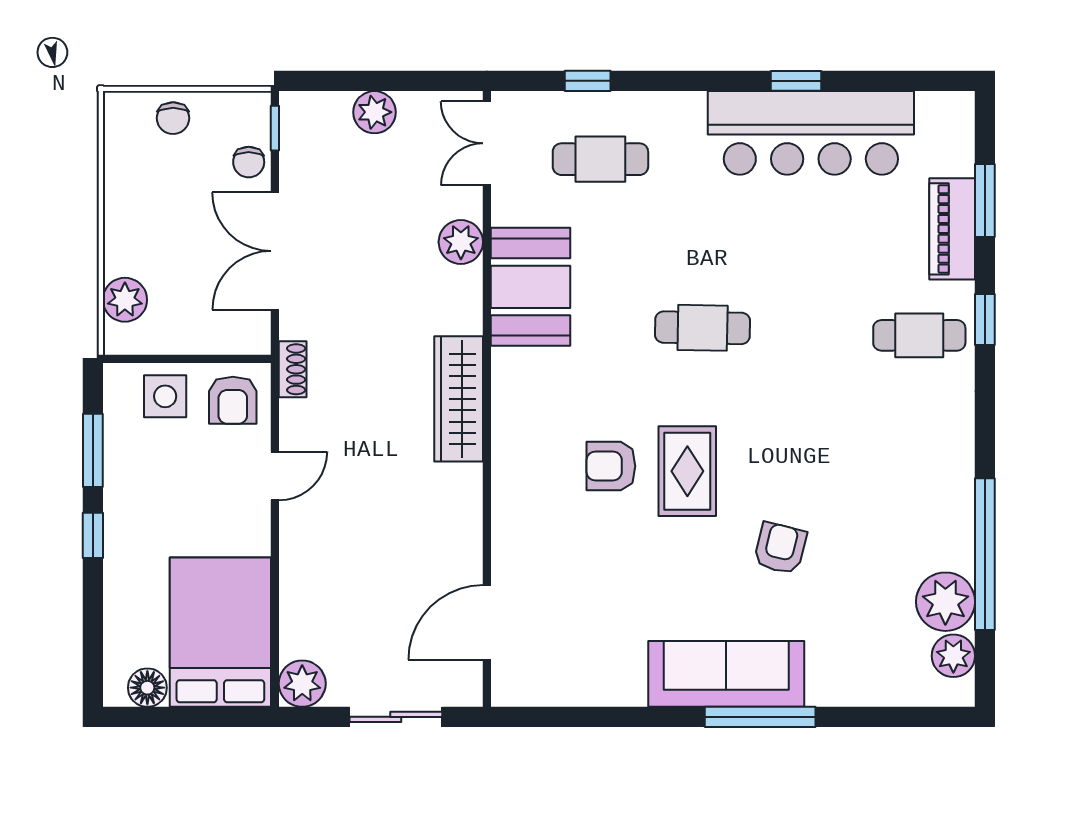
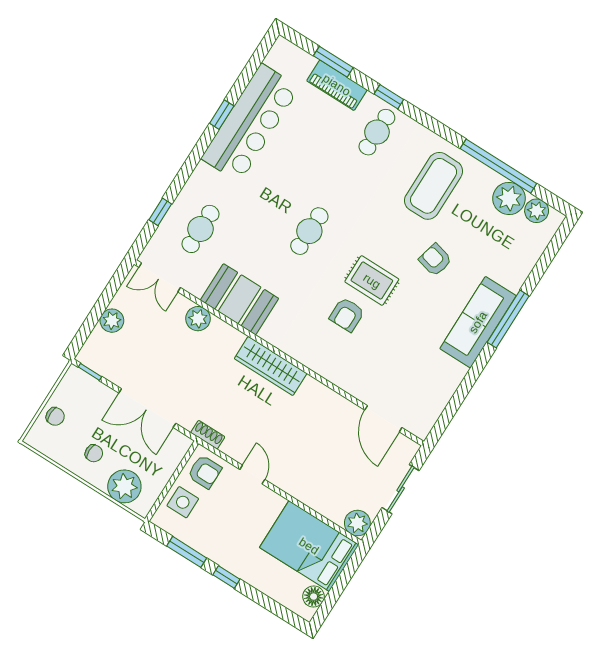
chair: (249, 162) -> (94, 453), moved
plant: (125, 300) -> (124, 486), width x1.36, depth x1.36
coffee table: (892, 474) -> (434, 186), added

